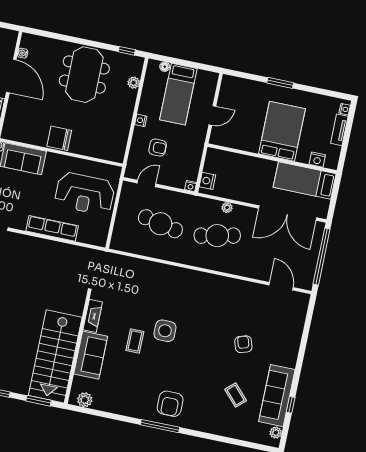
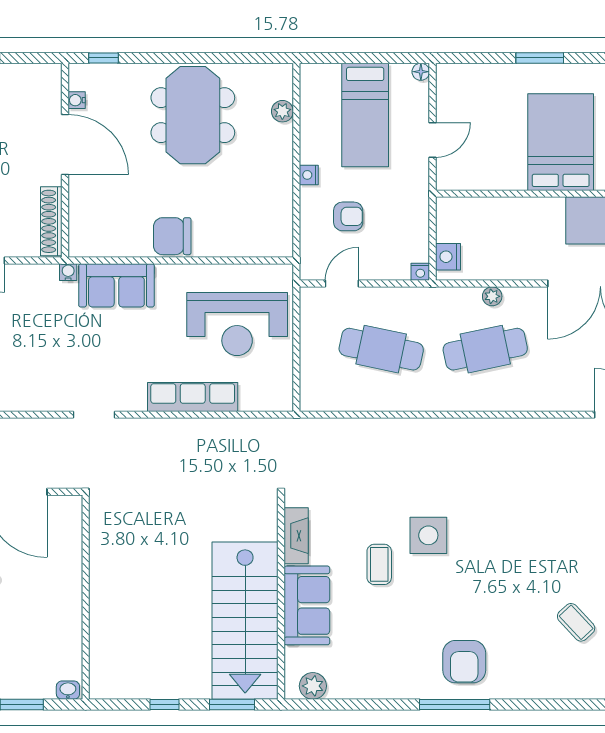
window: (127, 51) -> (104, 58), moved
floor lamp: (165, 67) -> (421, 72), moved
armchair: (243, 344) -> (571, 530), removed

